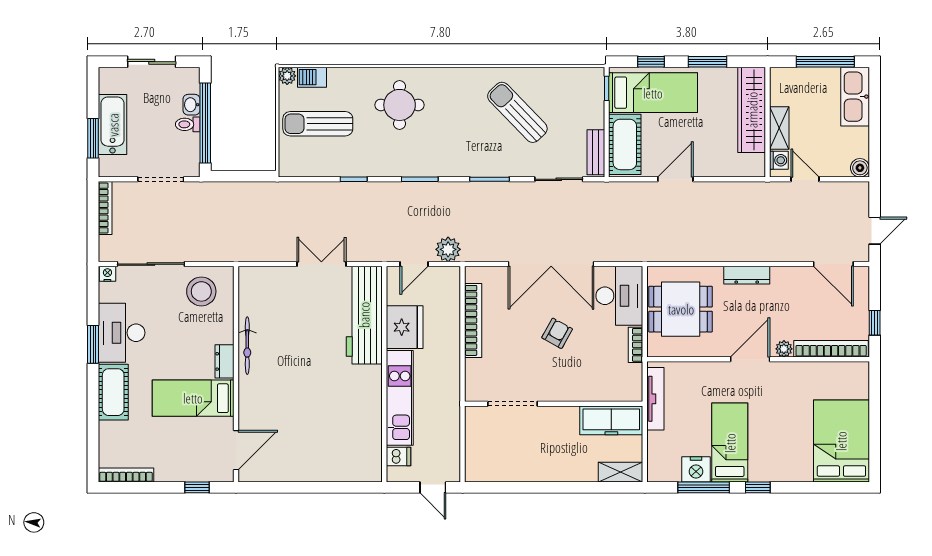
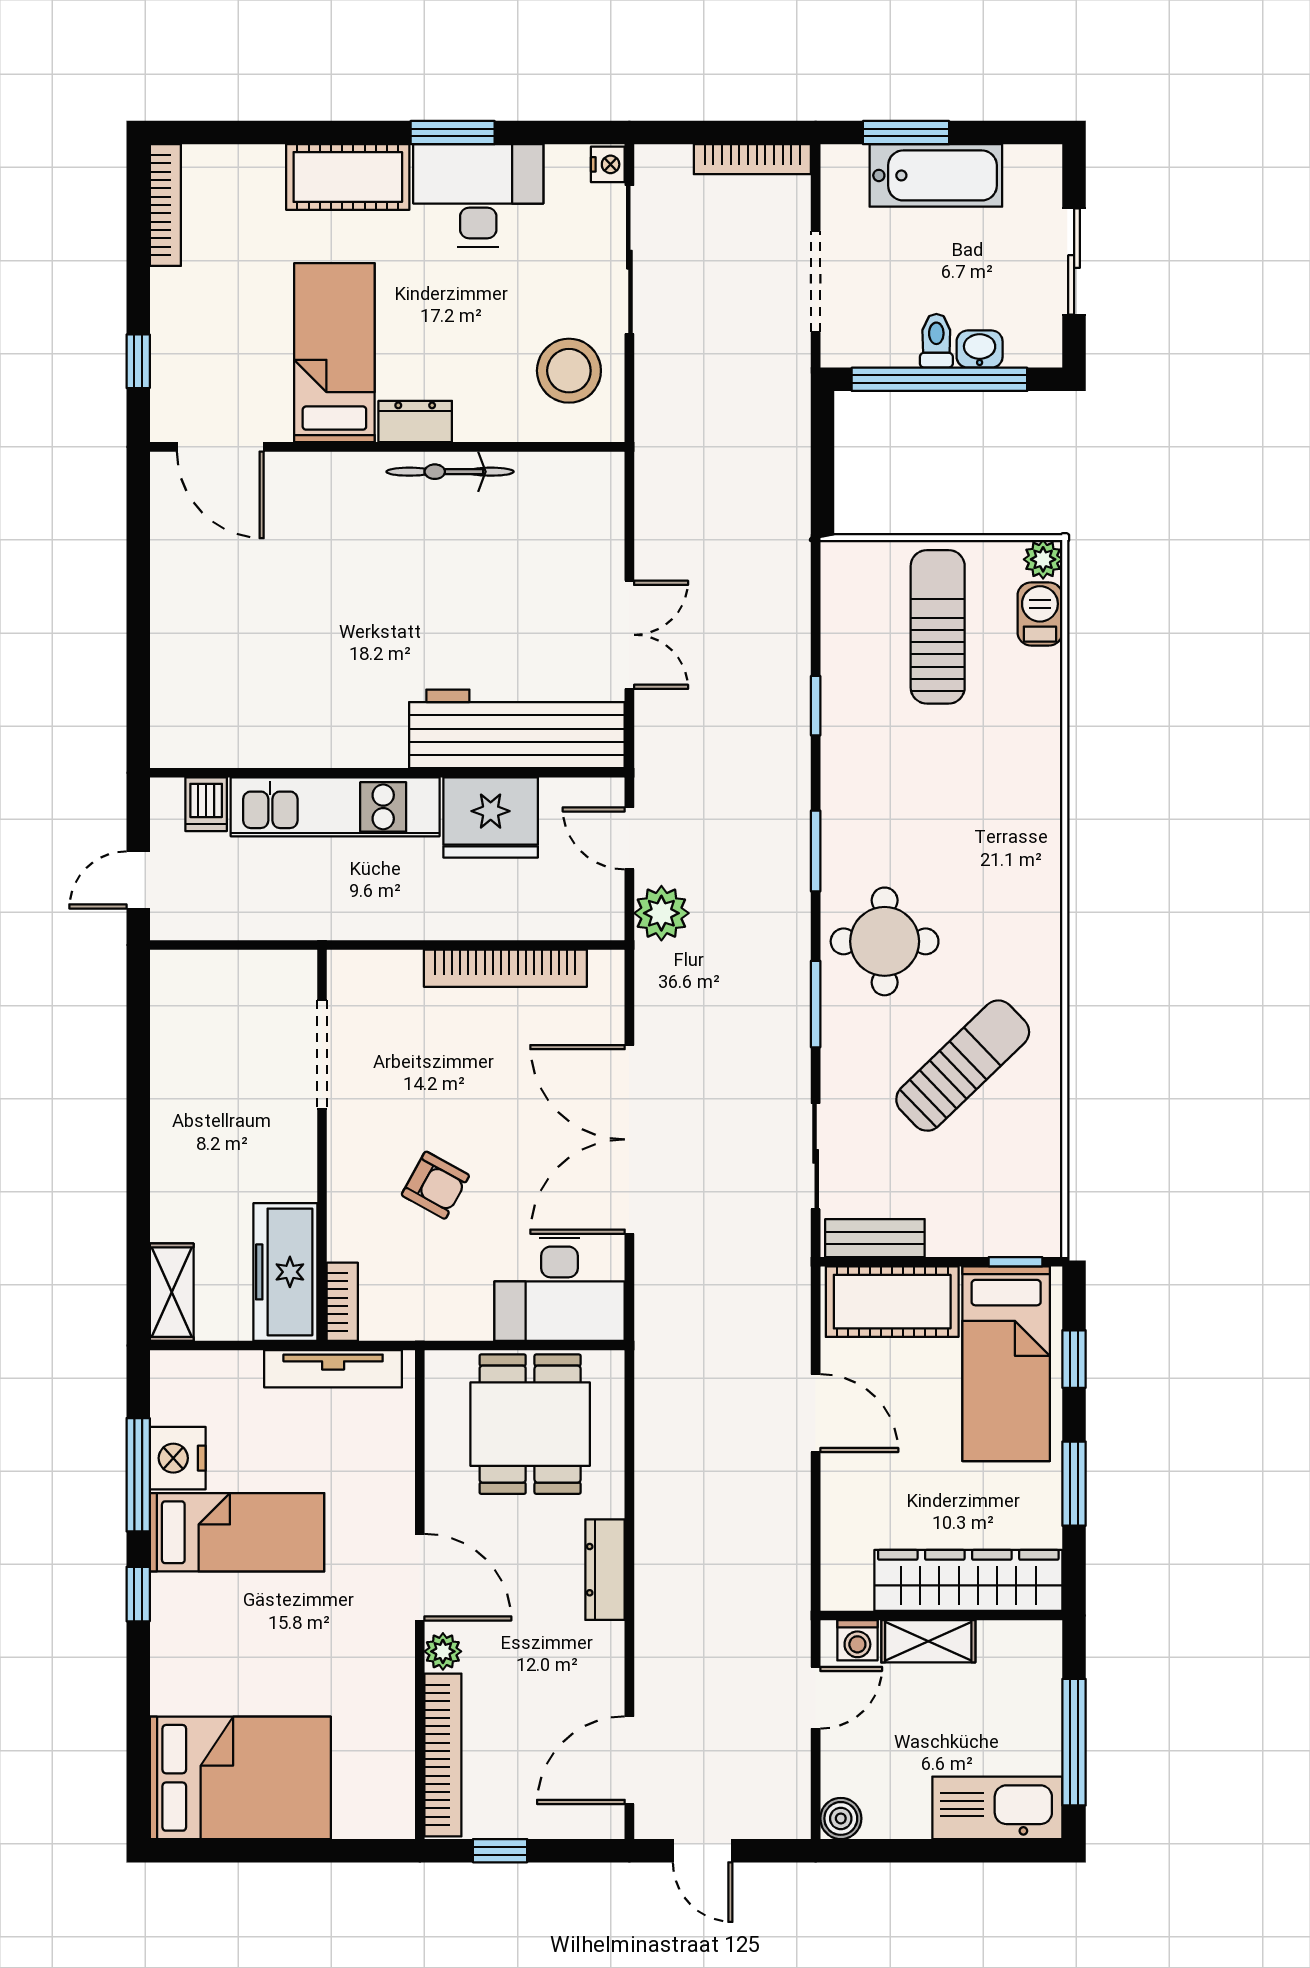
round table: (400, 105) -> (885, 941), moved
armchair: (557, 333) -> (435, 1185), moved
bookcase: (636, 345) -> (342, 1302), moved, turned 90

